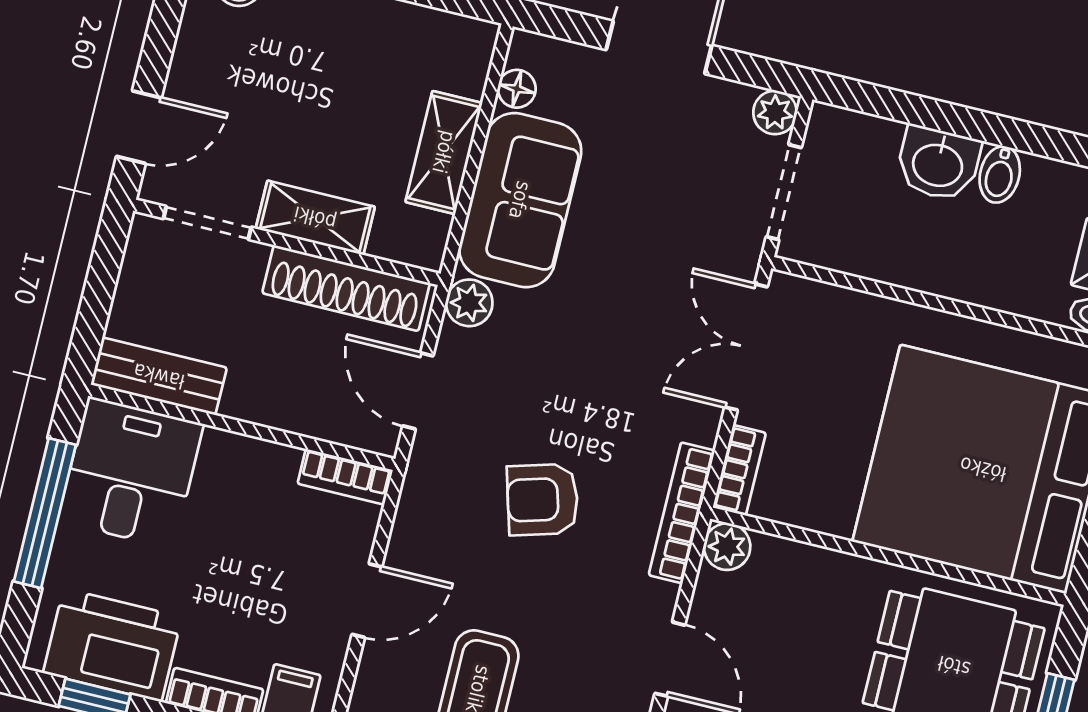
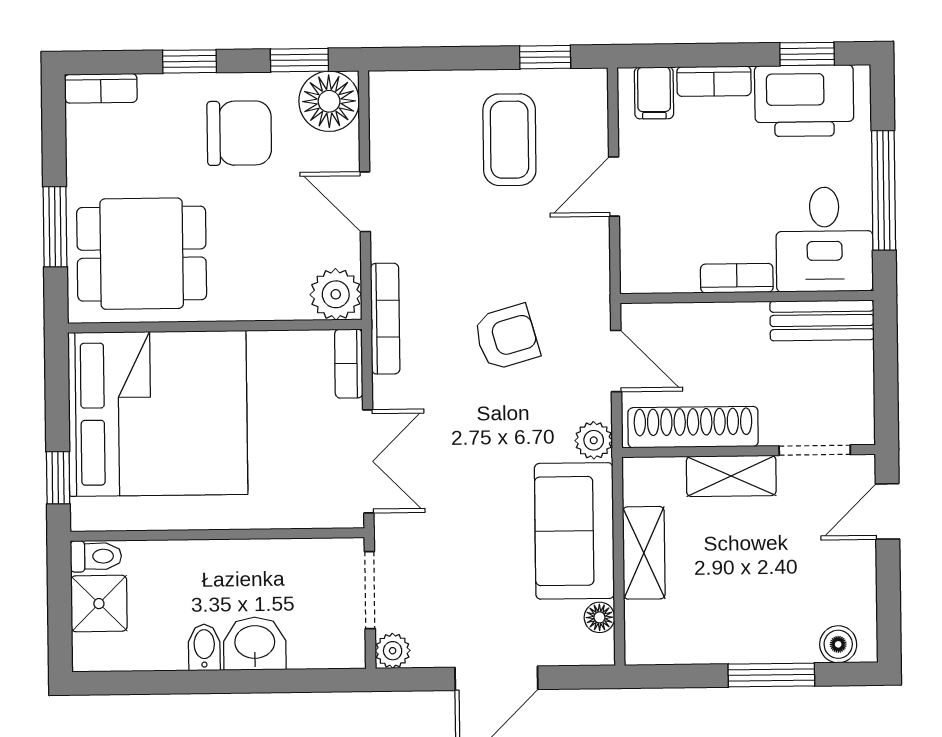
bookcase: (345, 477) -> (737, 278), moved
armchair: (543, 500) -> (507, 337), moved
plant: (727, 547) -> (336, 294), width x1.38, depth x1.38

